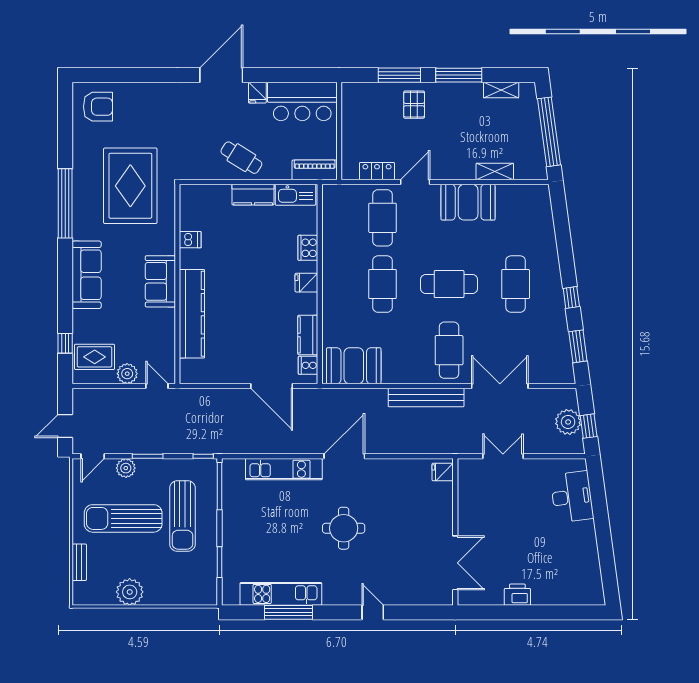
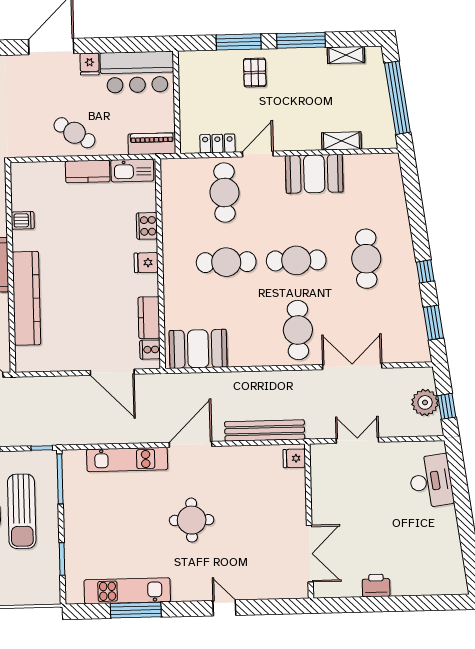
cafe table: (383, 284) -> (226, 262), turned 90
bench: (426, 397) -> (265, 430), moved

